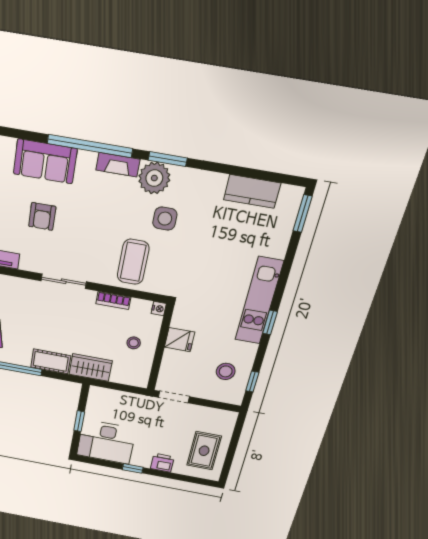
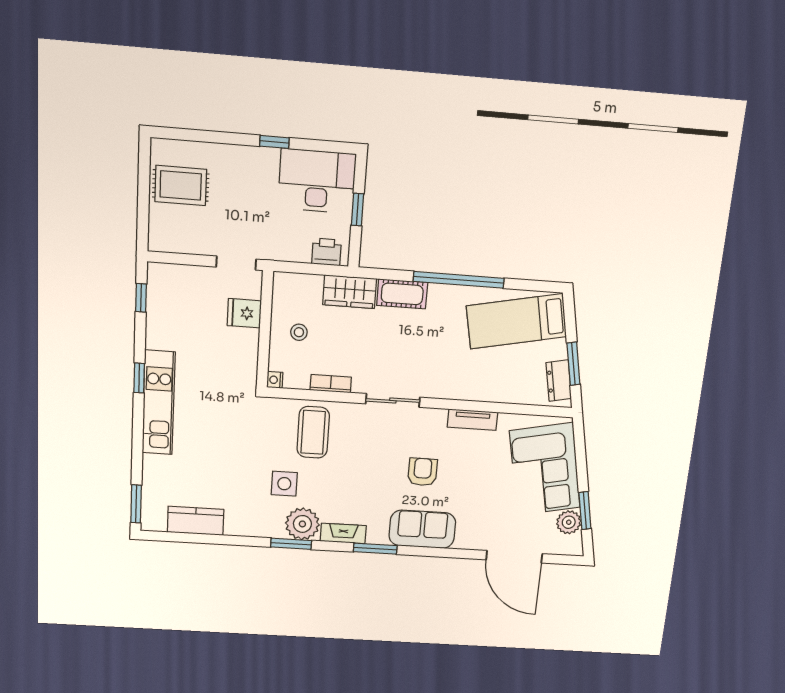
window: (90, 146) -> (375, 549), width x0.47
fridge: (180, 340) -> (244, 313), moved
stool: (226, 371) -> (177, 308), removed
rug: (204, 451) -> (181, 185), turned 90
printer: (162, 463) -> (326, 252), moved, turned 180

